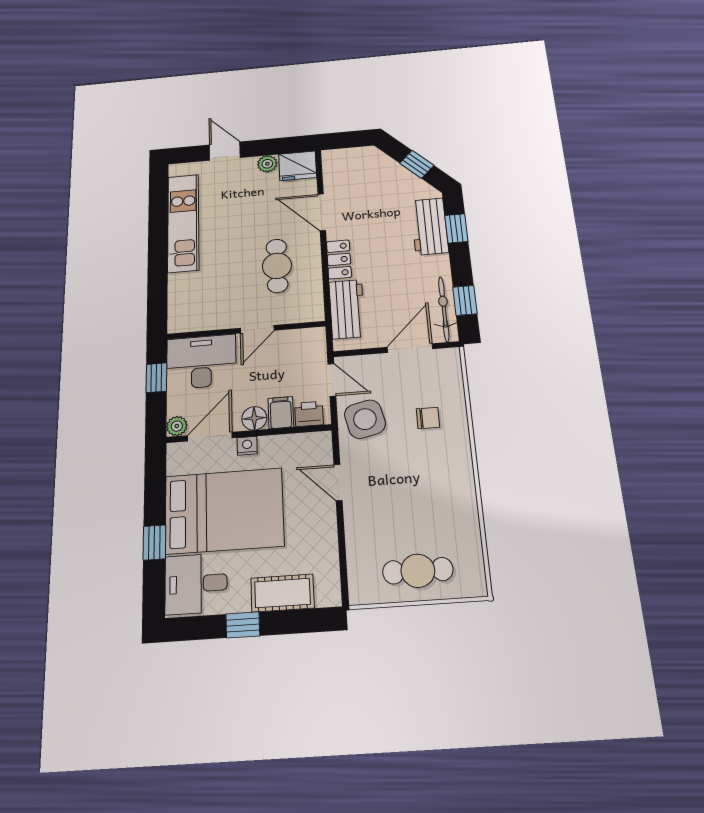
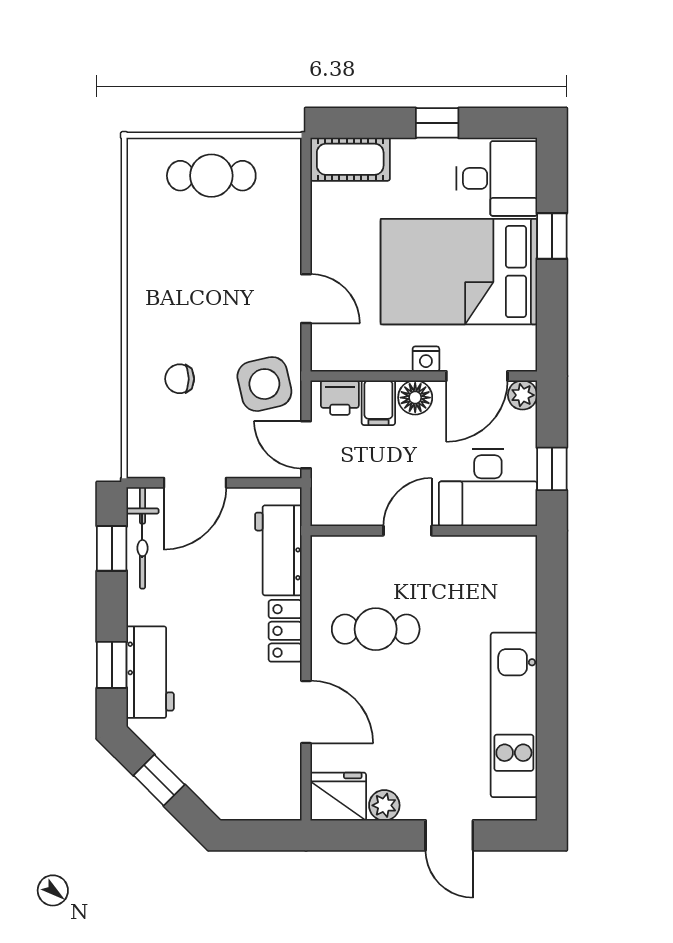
cafe table: (277, 266) -> (376, 629), turned 90
cot: (282, 593) -> (350, 159), moved

